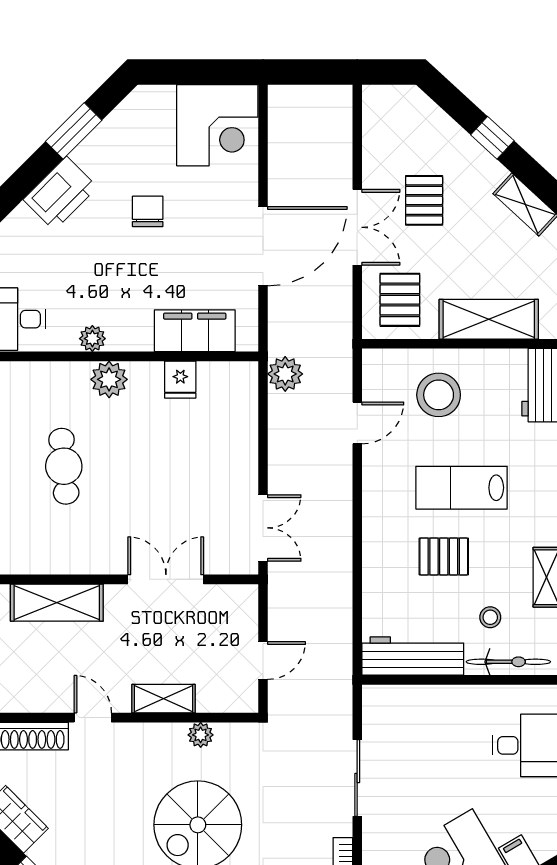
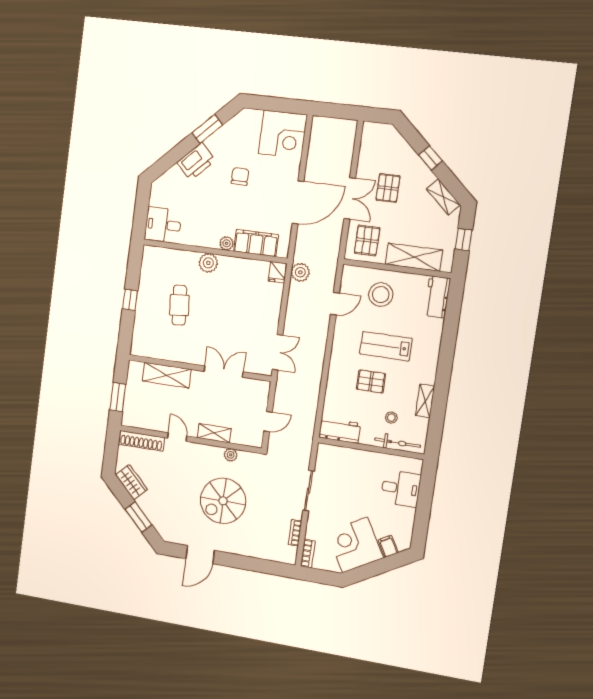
plant: (92, 339) -> (226, 243), moved
fridge: (180, 380) -> (278, 272), moved
workbench: (413, 656) -> (340, 430), width x0.73

